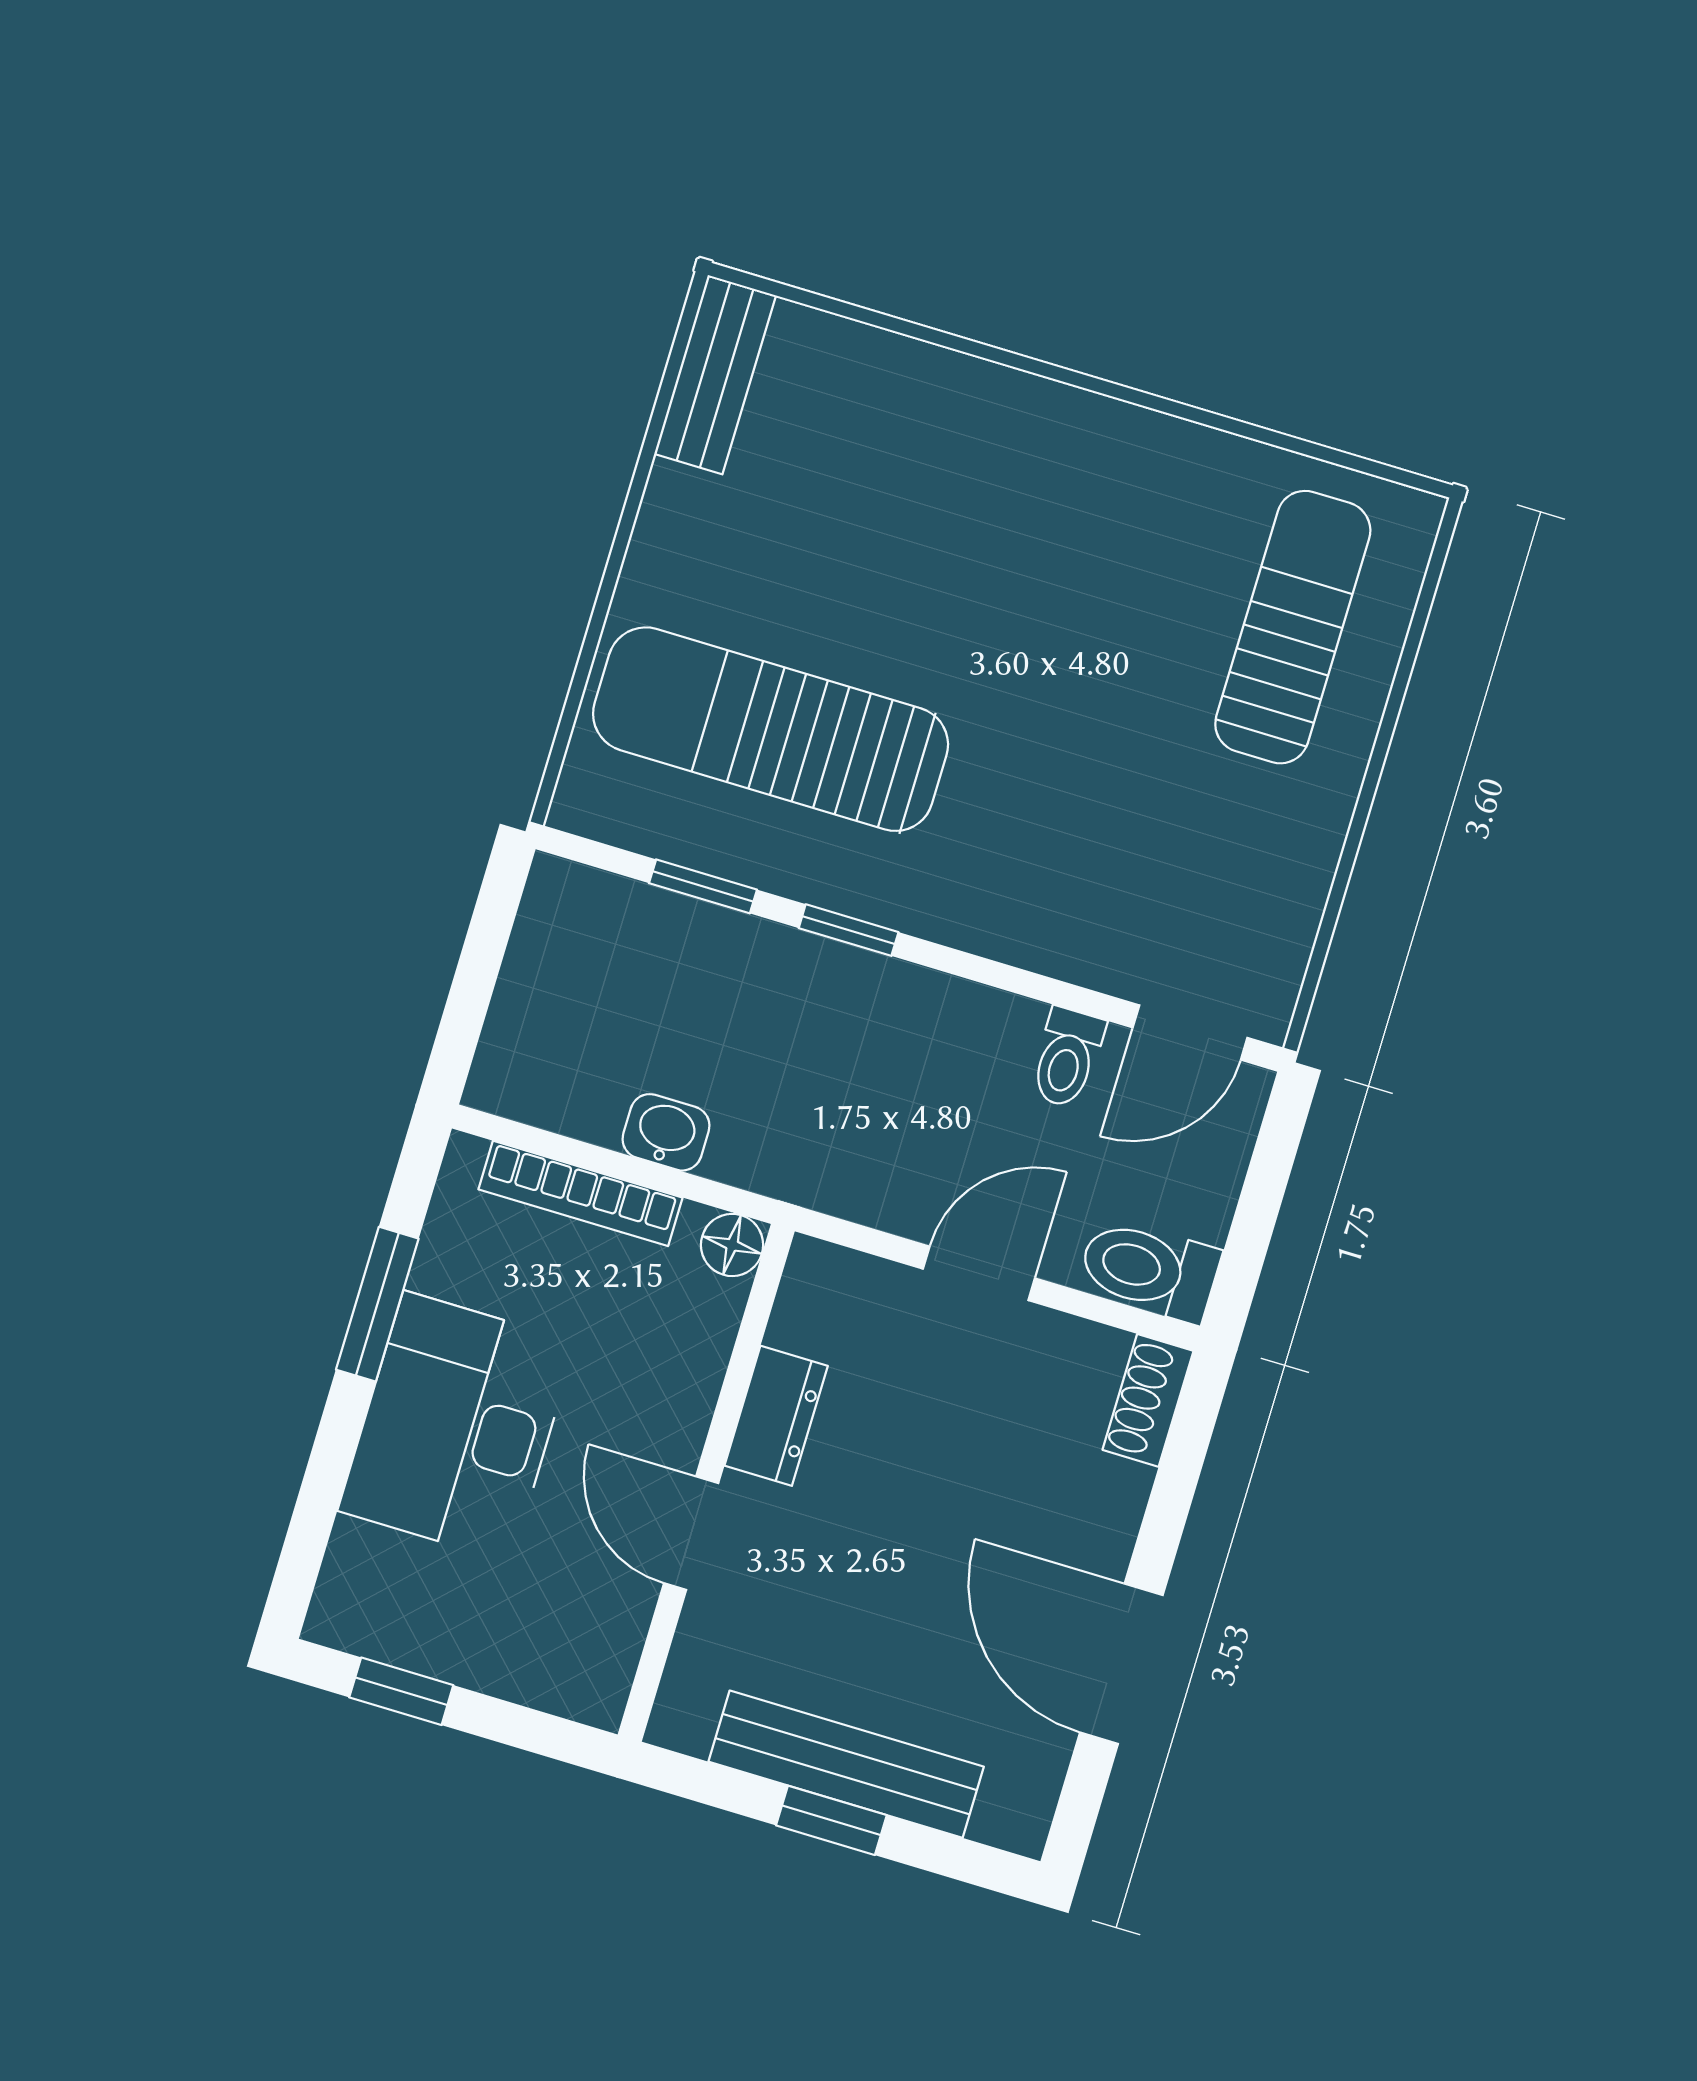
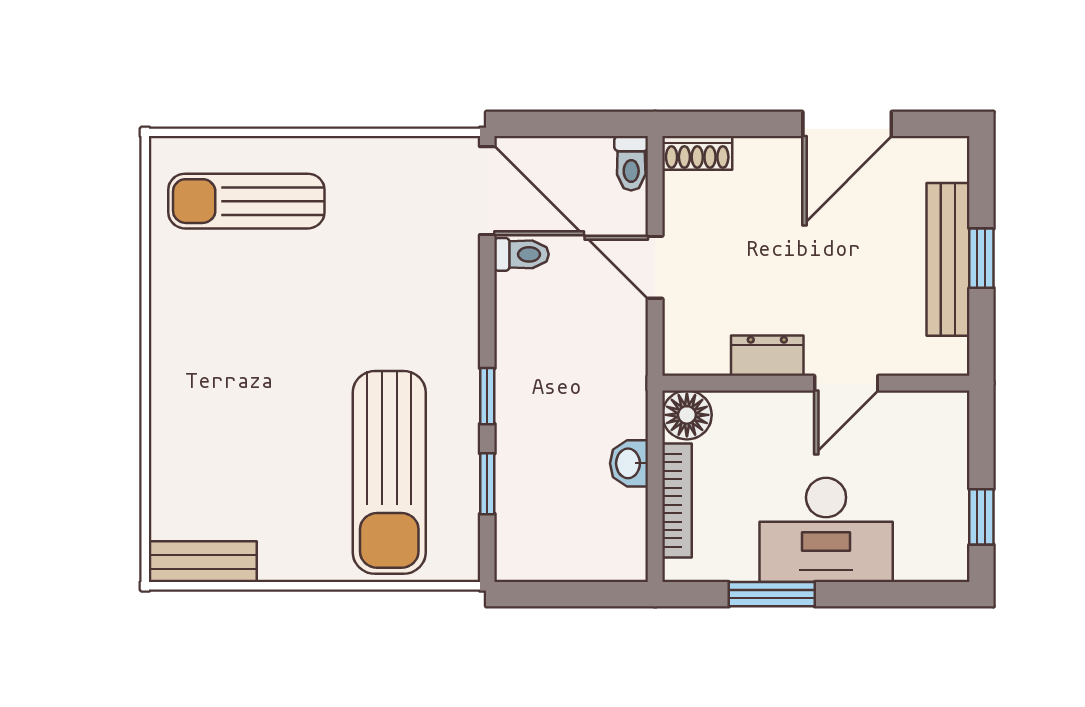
door: (1190, 1033) -> (487, 191), width x1.38
floor lamp: (732, 1245) -> (687, 415), width x1.37, depth x1.37
toilet: (1149, 1270) -> (631, 163), width x0.73, depth x0.72

